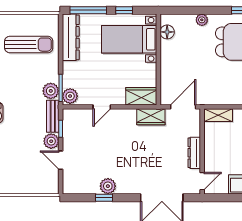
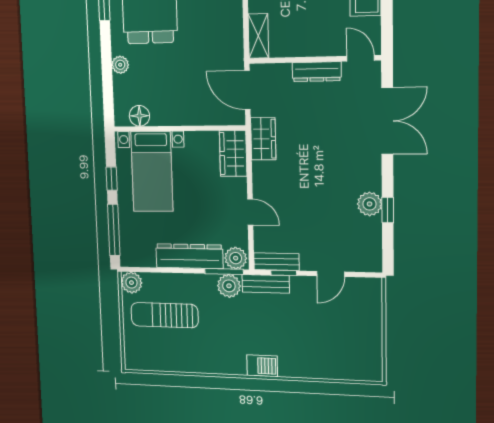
dresser: (71, 37) -> (189, 256), moved
sun lounger: (29, 45) -> (164, 315), turned -90
bench: (68, 124) -> (276, 262), added
plant: (51, 141) -> (131, 283), moved

